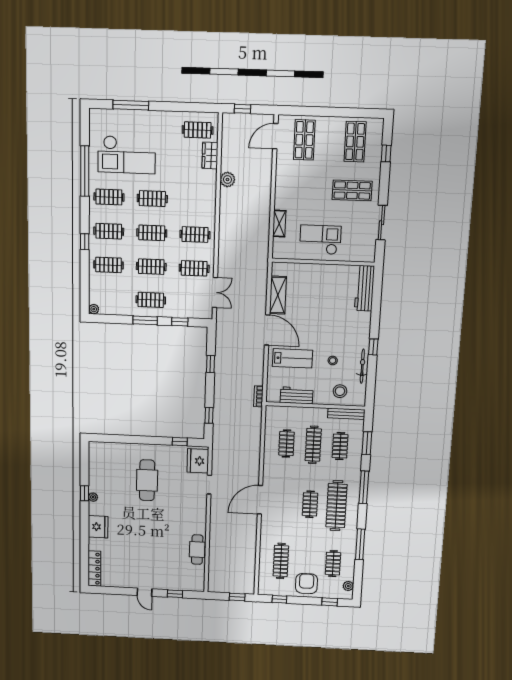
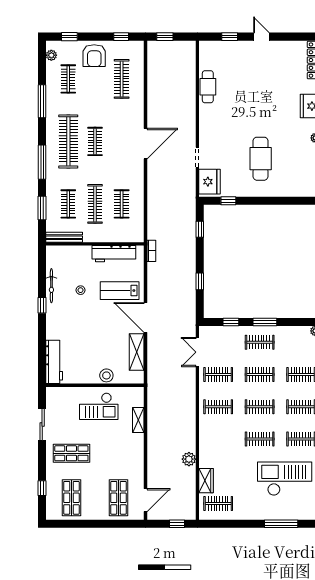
stool: (340, 391) -> (106, 375), moved
workbench: (297, 395) -> (114, 254), width x1.38

